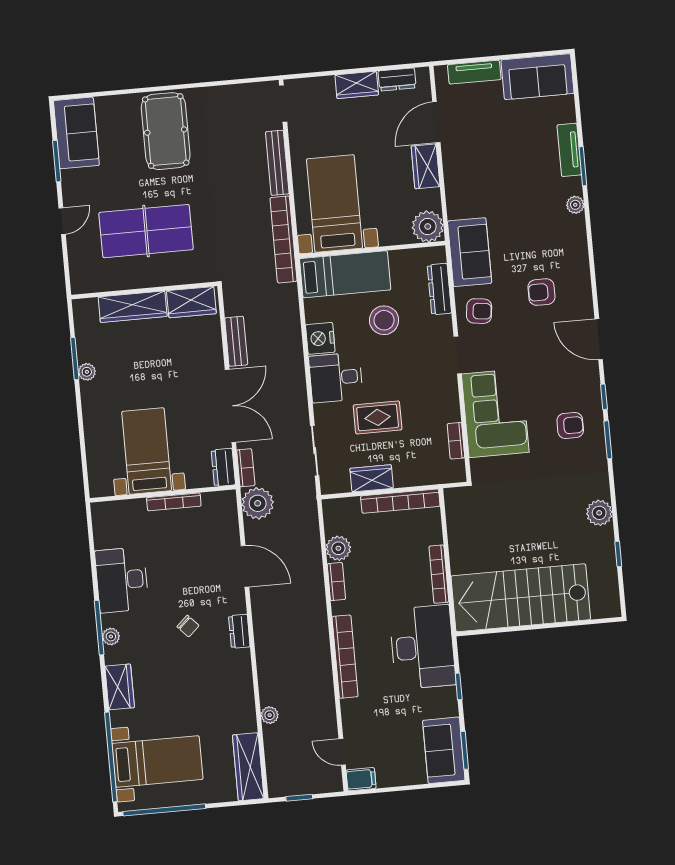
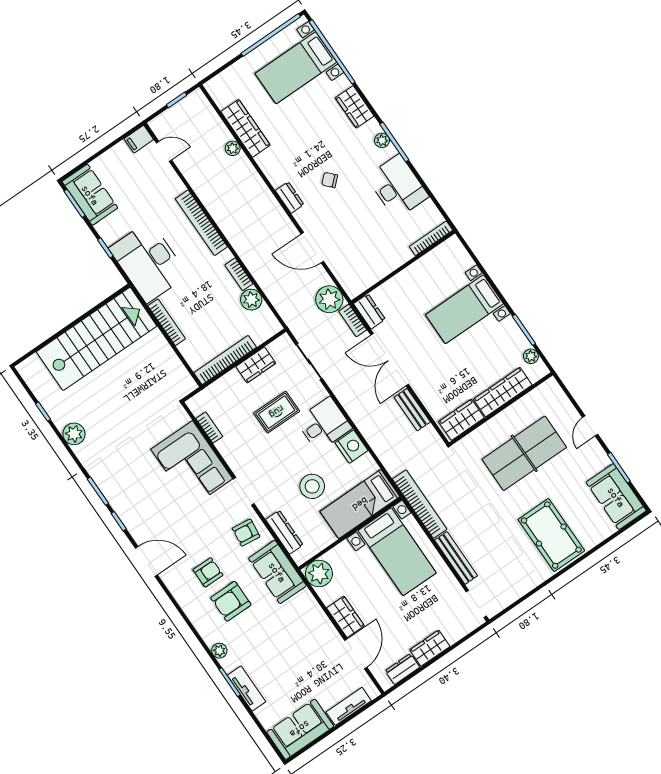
plant: (87, 372) -> (531, 356), moved
armchair: (570, 425) -> (231, 601), moved, width x1.38, depth x1.38
bed with nightstands: (147, 451) -> (464, 309), moved, turned 90
bookcase: (174, 502) -> (431, 238), moved
wardrobe: (248, 767) -> (246, 128), moved

